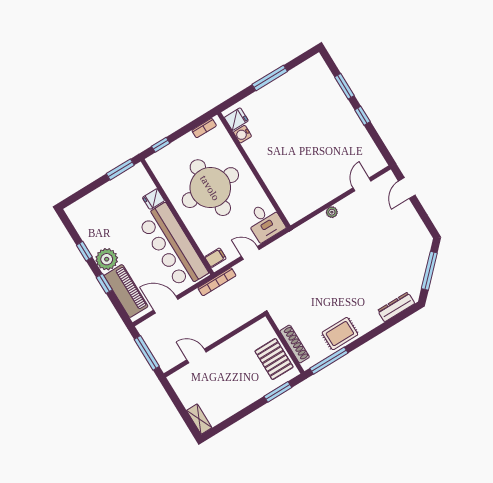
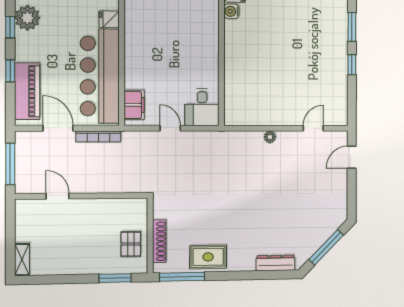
round table: (210, 188) -> (170, 43), removed
filing cabinet: (215, 258) -> (134, 105), width x2.00
plant: (107, 259) -> (27, 18), moved
bookcase: (217, 282) -> (98, 136), moved
pallet: (274, 359) -> (131, 244), width x0.67, depth x0.71

